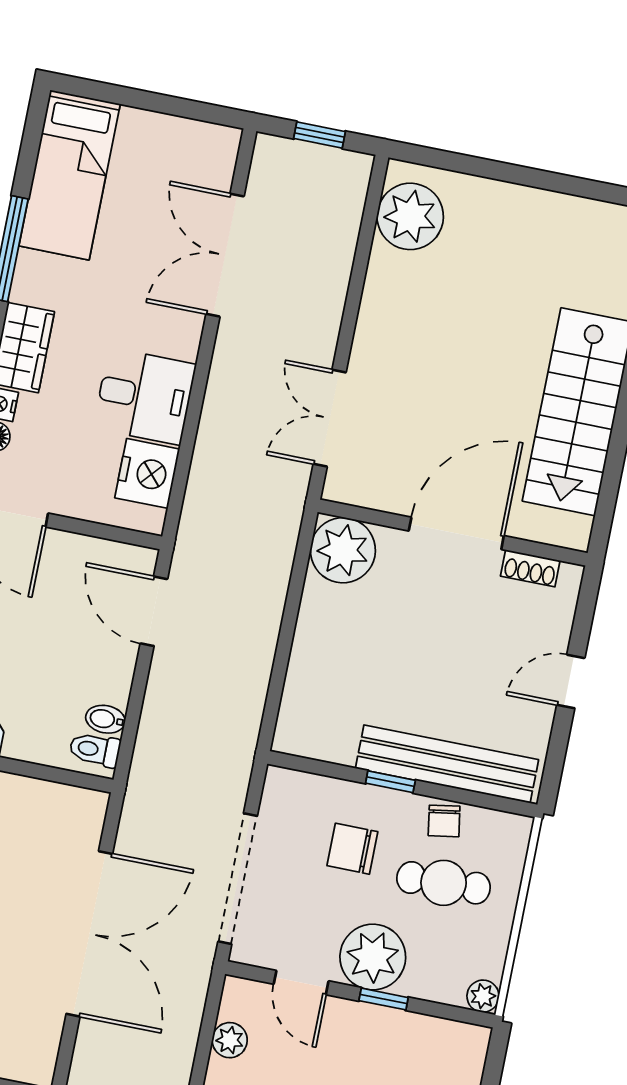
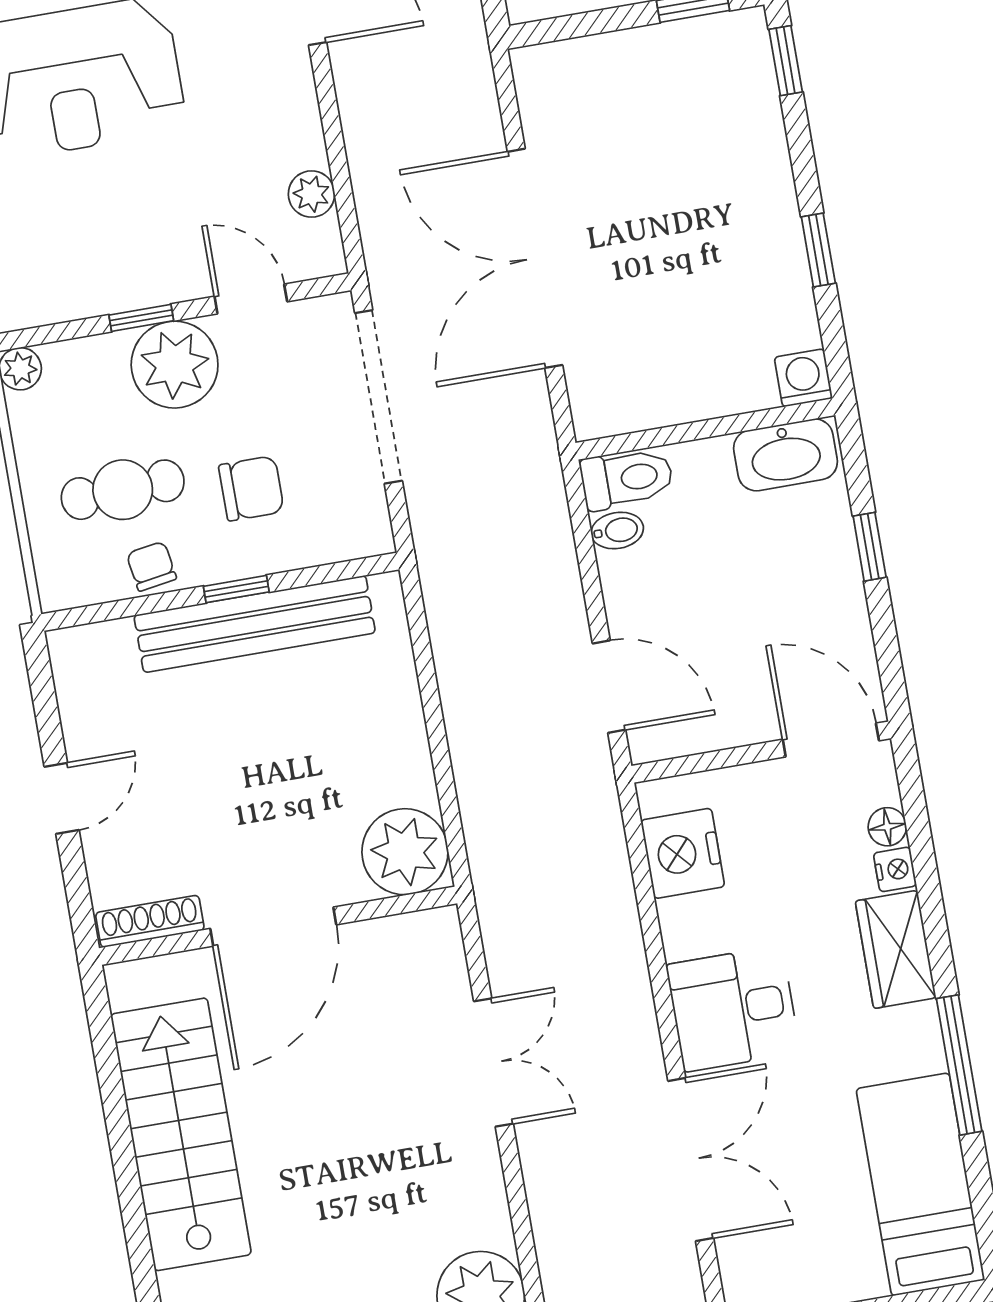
desk: (145, 396) -> (733, 1009), moved
double door: (330, 418) -> (493, 1063), moved
shoe rack: (530, 568) -> (150, 921), width x1.43
toilet: (95, 750) -> (627, 479), width x1.37, depth x1.39
bench: (447, 764) -> (255, 624), moved

